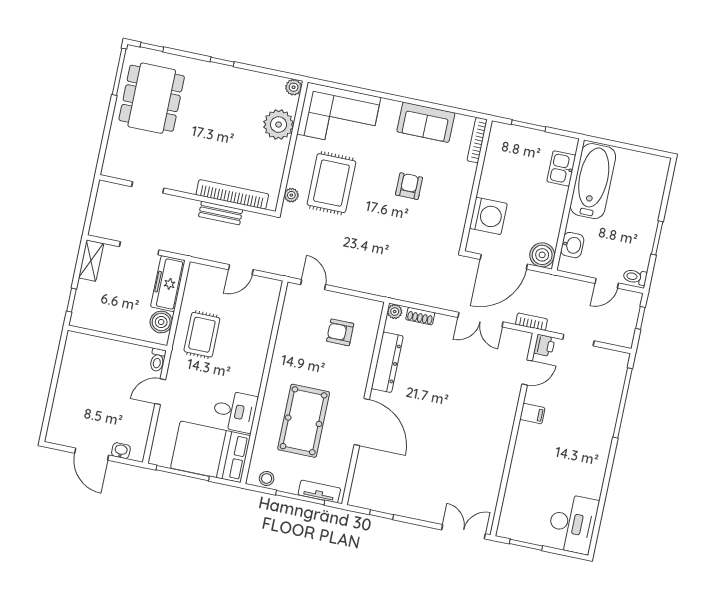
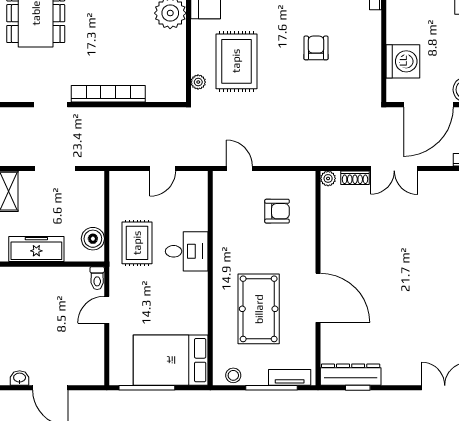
bookcase: (232, 194) -> (108, 94), moved
bench: (221, 213) -> (130, 115), removed
freezer: (168, 284) -> (36, 249), moved, turned 90
double door: (480, 320) -> (394, 168), moved
armchair: (340, 332) -> (277, 211), turned 180
dresser: (387, 362) -> (351, 375), moved, turned -90
desk: (235, 411) -> (187, 251), moved
washbasin: (121, 451) -> (20, 378), moved

